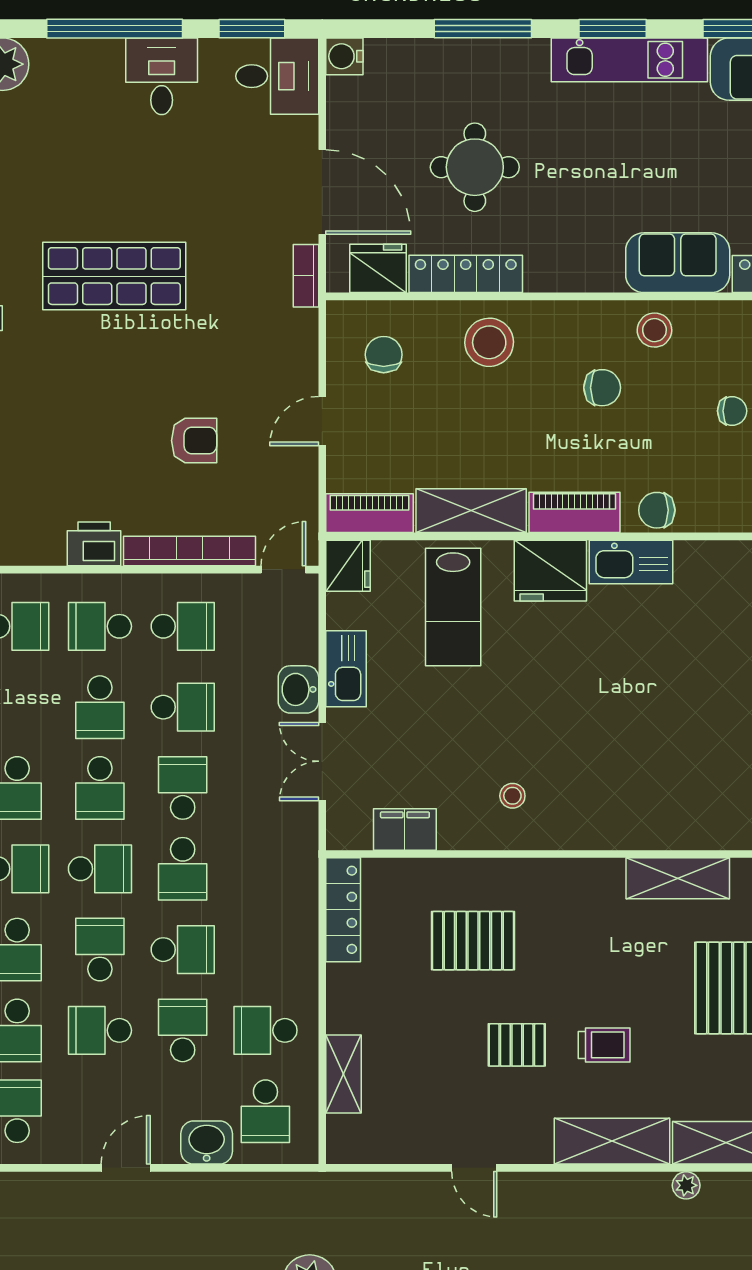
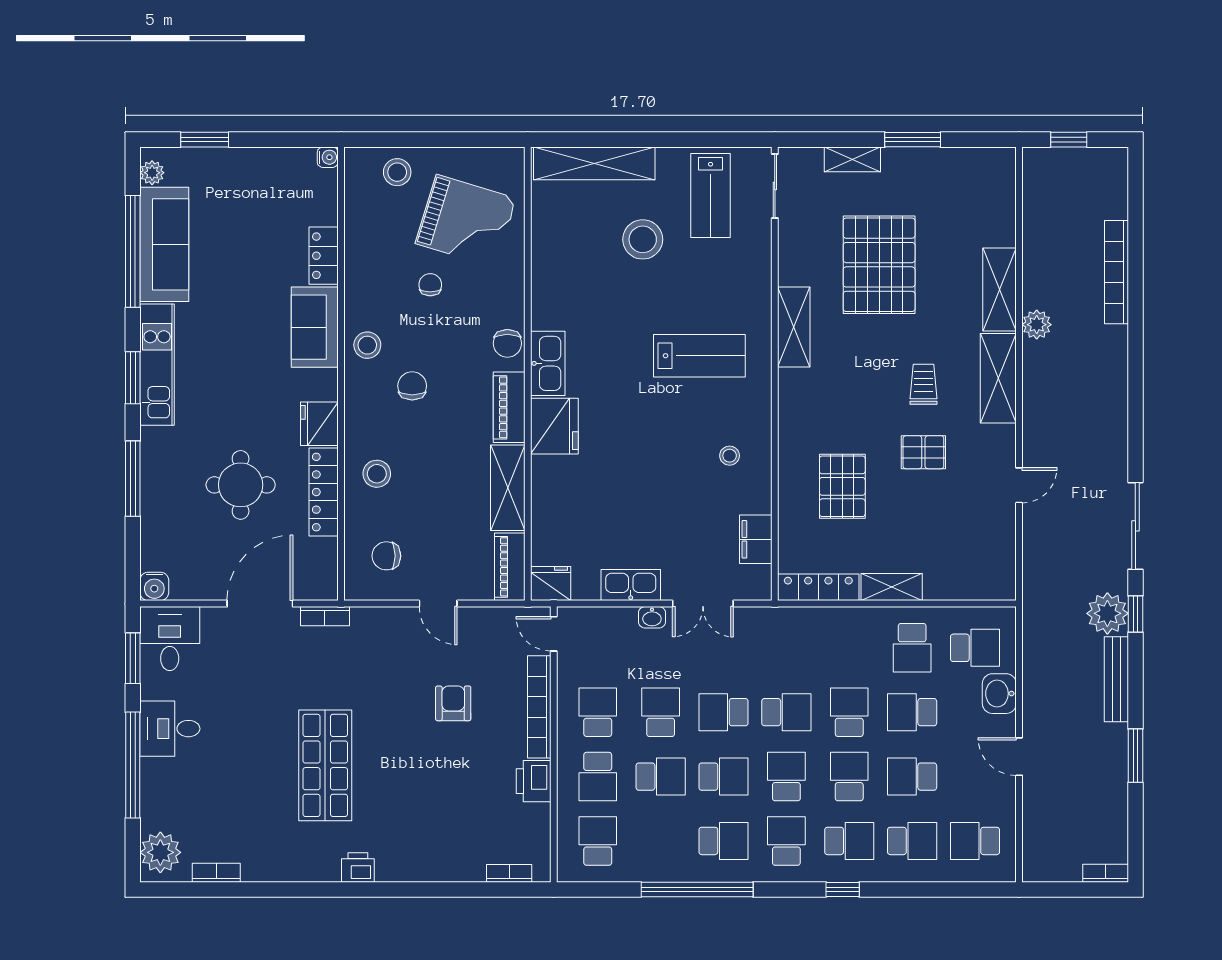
fridge: (378, 268) -> (319, 424), moved
stool: (489, 342) -> (377, 474), width x0.73, depth x0.73
lab bench: (453, 607) -> (699, 356), moved
washbasin: (298, 689) -> (652, 617), width x0.72, depth x0.69
school desk: (100, 950) -> (849, 777), turned 90
school desk: (100, 1030) -> (912, 777), turned 90
pallet: (517, 1045) -> (923, 452), turned 90
shelving: (344, 1074) -> (892, 587), moved
plant: (686, 1185) -> (1037, 325), width x1.38, depth x1.38

